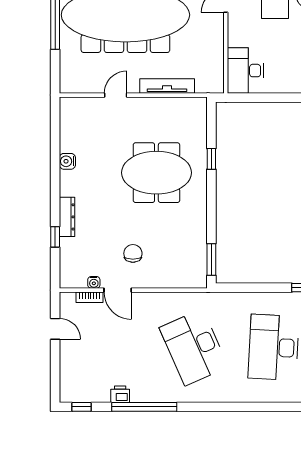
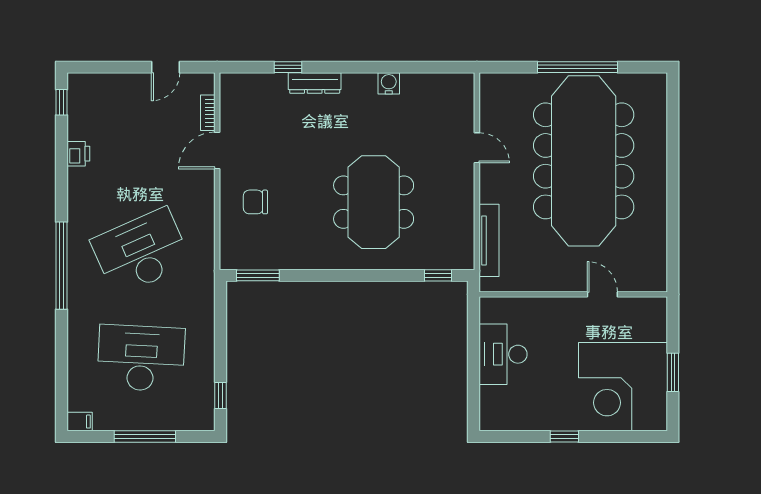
desk: (245, 71) -> (503, 354), moved, turned -90
tv unit: (167, 86) -> (489, 240), moved
window: (211, 159) -> (438, 275), moved
chair: (133, 253) -> (255, 202), moved, turned 180
water cooler: (94, 282) -> (227, 119), removed
window: (144, 407) -> (62, 266), moved

